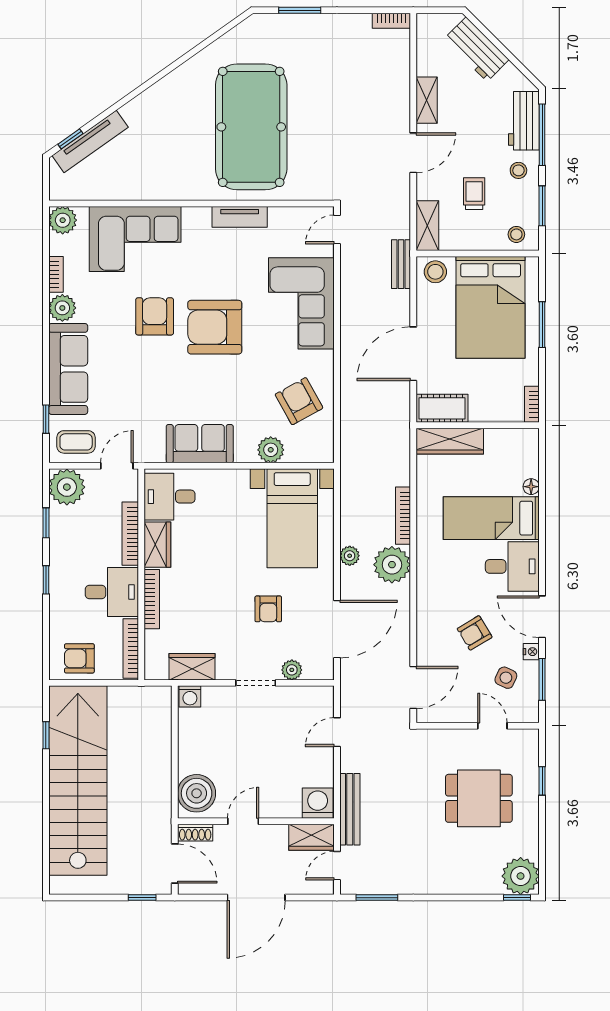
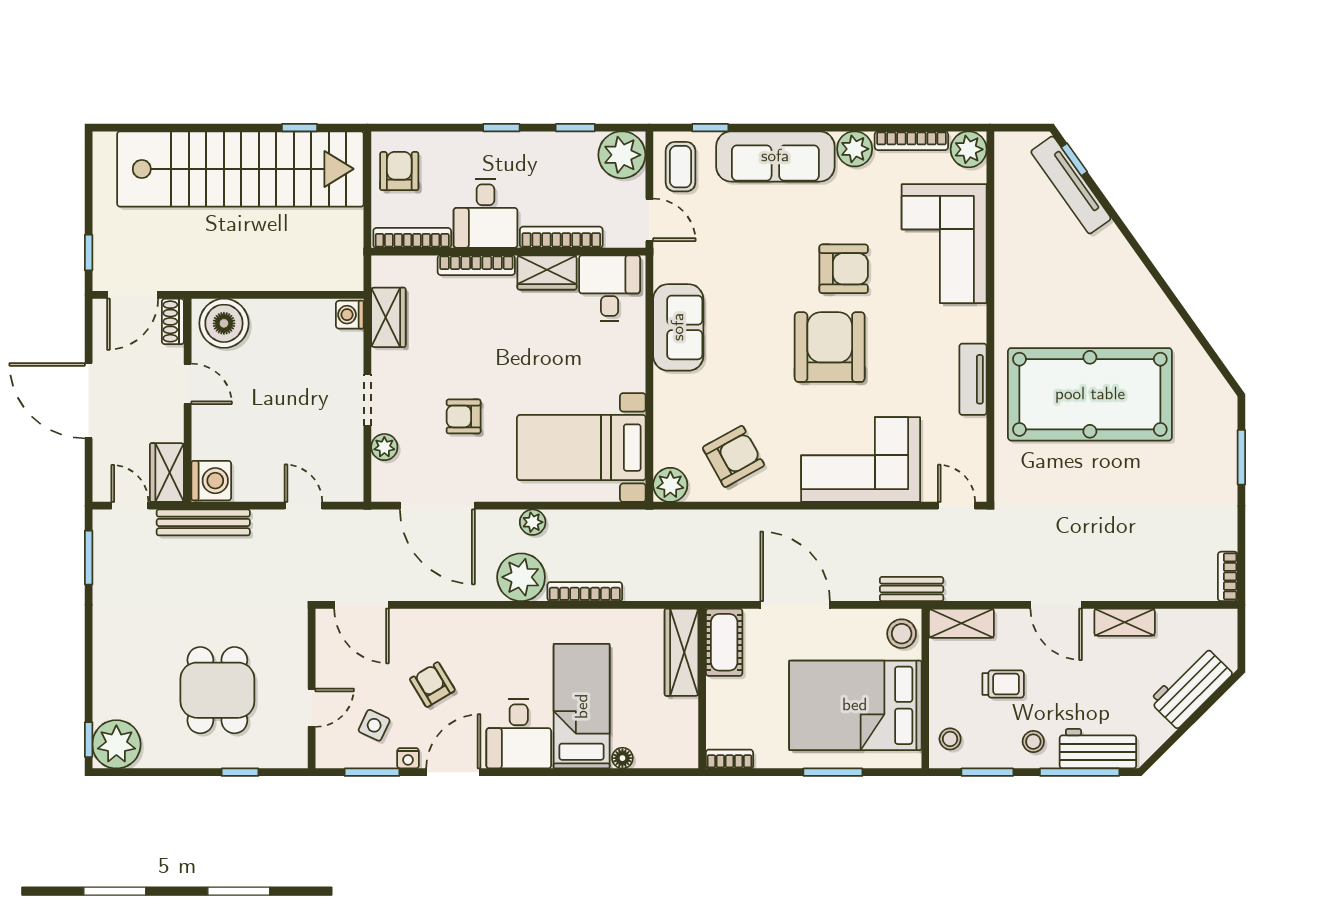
bookcase: (56, 274) -> (911, 141), width x1.56
plant: (271, 450) -> (670, 485), moved

